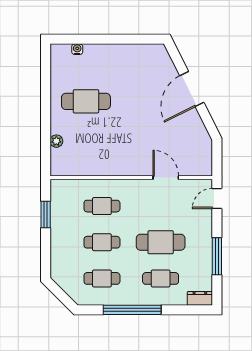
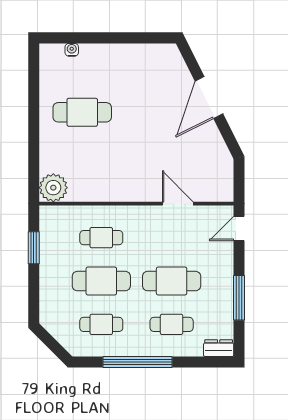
plant: (56, 141) -> (53, 188), moved, width x1.87, depth x1.87
cafe table: (102, 242) -> (101, 281), width x1.37, depth x1.35

